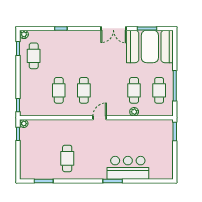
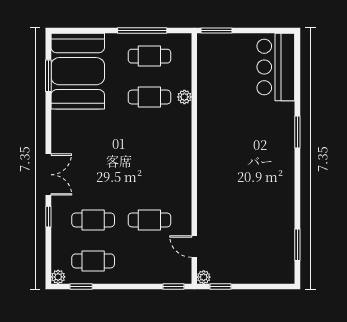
double door: (113, 28) -> (48, 175), moved
cafe table: (84, 90) -> (93, 220), moved
door: (100, 118) -> (194, 247), moved
cafe table: (67, 158) -> (261, 206), removed
bar counter: (128, 168) -> (276, 67), moved

